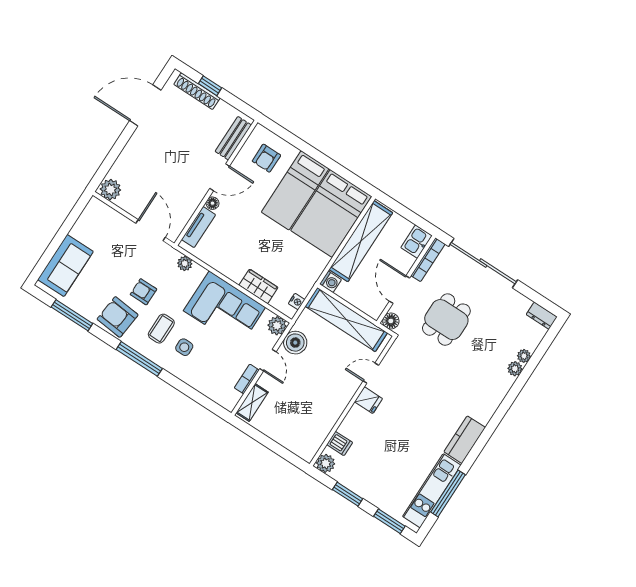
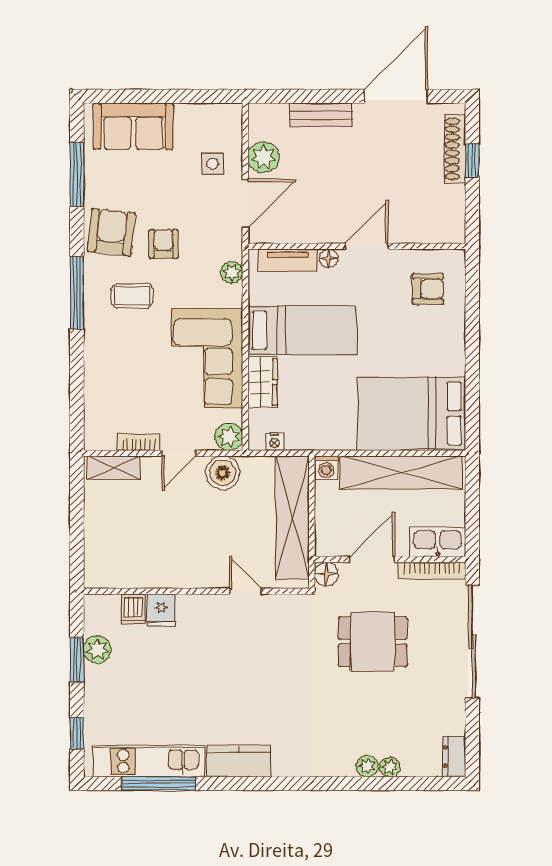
door: (145, 105) -> (396, 96), hinge flipped
bench: (233, 138) -> (321, 115), moved
armchair: (266, 158) -> (428, 289), turned 180
door: (220, 177) -> (367, 246), swing flipped
plant: (110, 190) -> (264, 157), moved
bed: (295, 190) -> (302, 330), moved, turned 180
kitchen sink: (417, 242) -> (438, 542), width x1.38
side table: (184, 347) -> (213, 164), moved
fridge: (368, 400) -> (161, 610), moved
plant: (326, 463) -> (97, 649), moved
window: (389, 521) -> (77, 733), width x0.67

